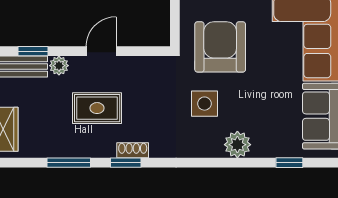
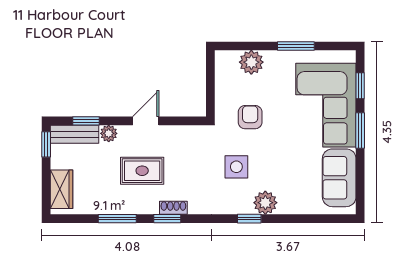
armchair: (220, 47) -> (250, 117), width x0.53, depth x0.53
window: (289, 163) -> (249, 219), moved

